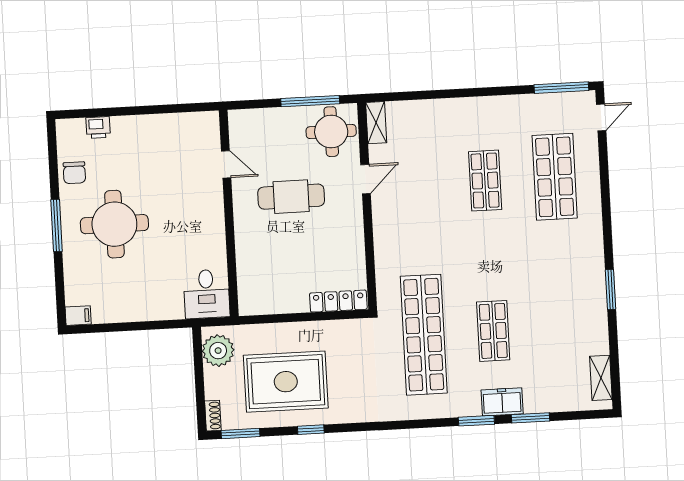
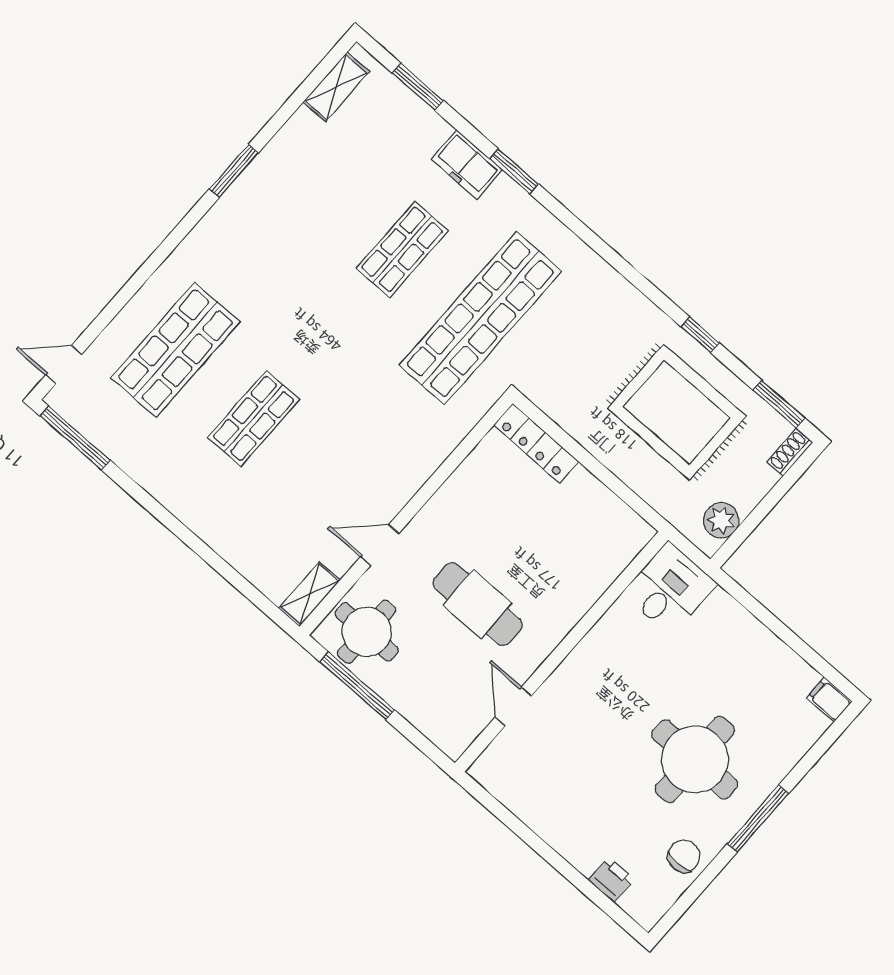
plant: (218, 351) -> (721, 520), width x0.73, depth x0.73
window: (531, 418) -> (418, 87), moved

